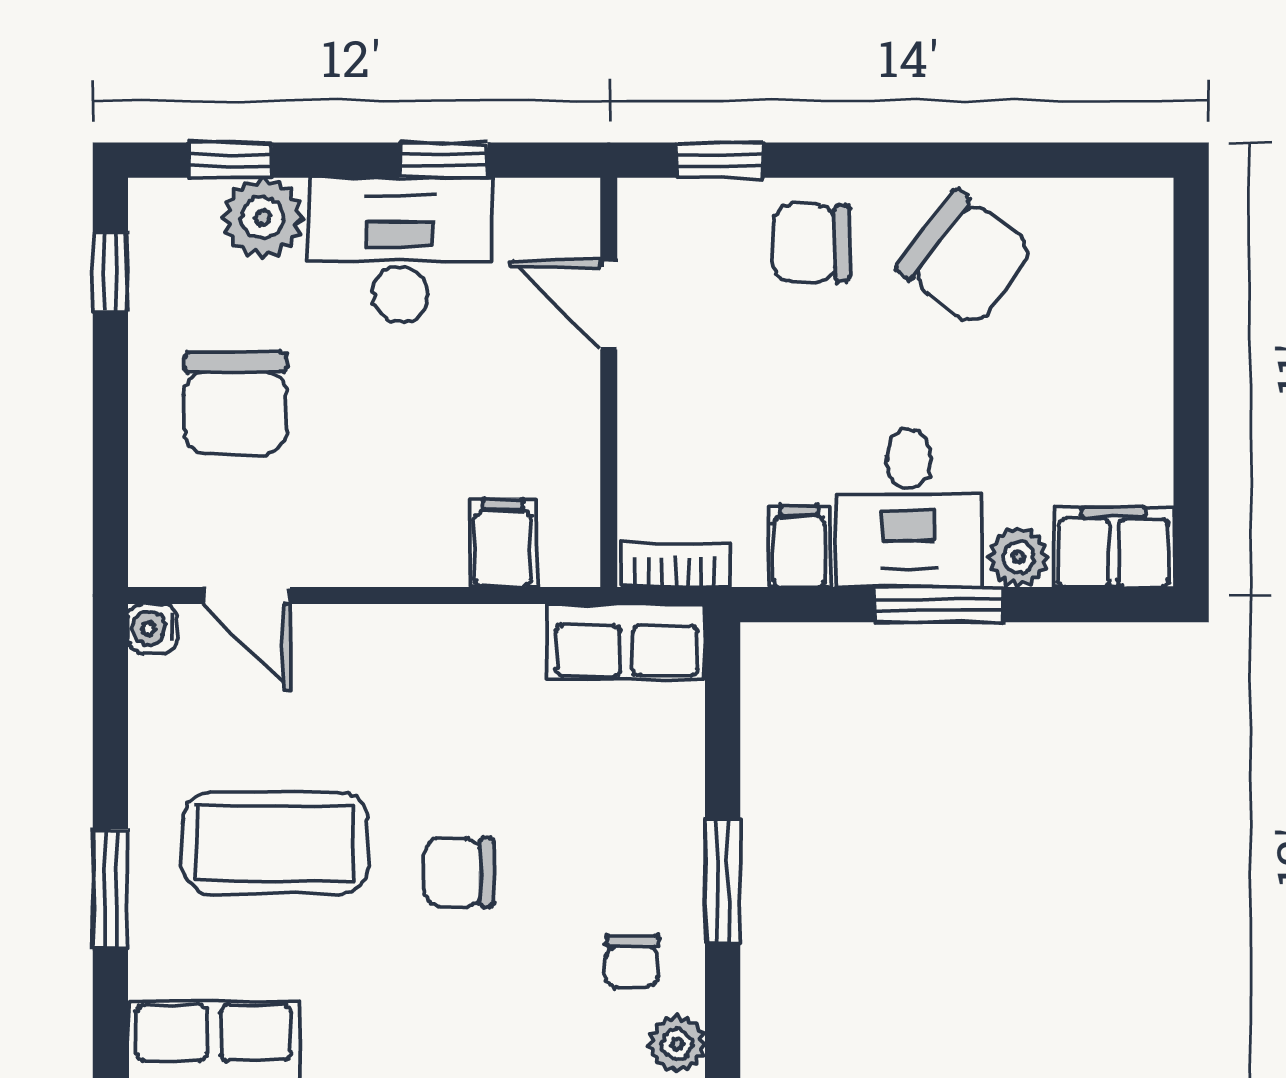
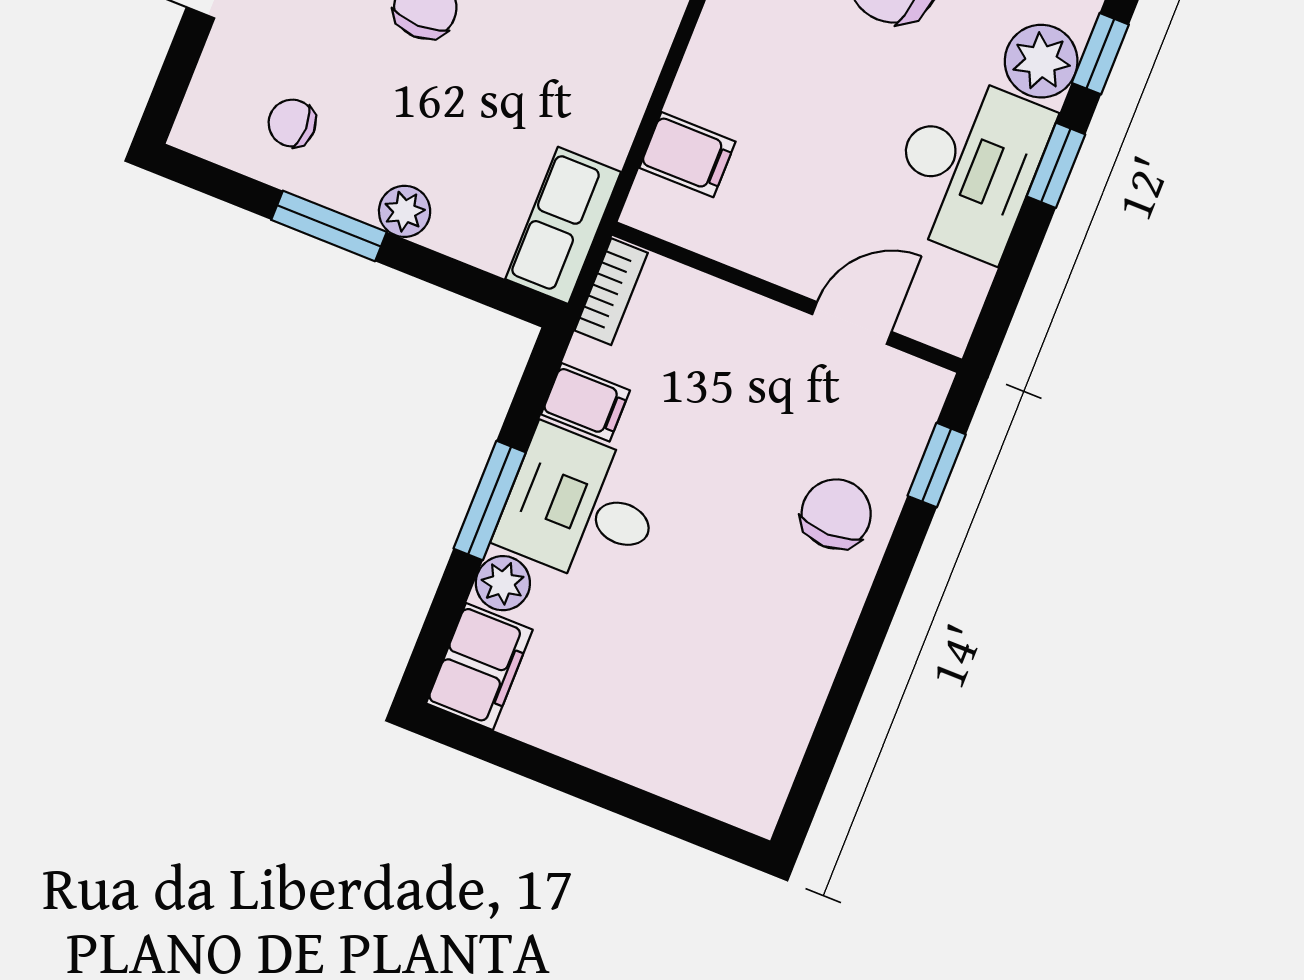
window: (443, 160) -> (1056, 165), moved
chair: (965, 259) -> (772, 638), removed
plant: (677, 1044) -> (405, 211), moved

